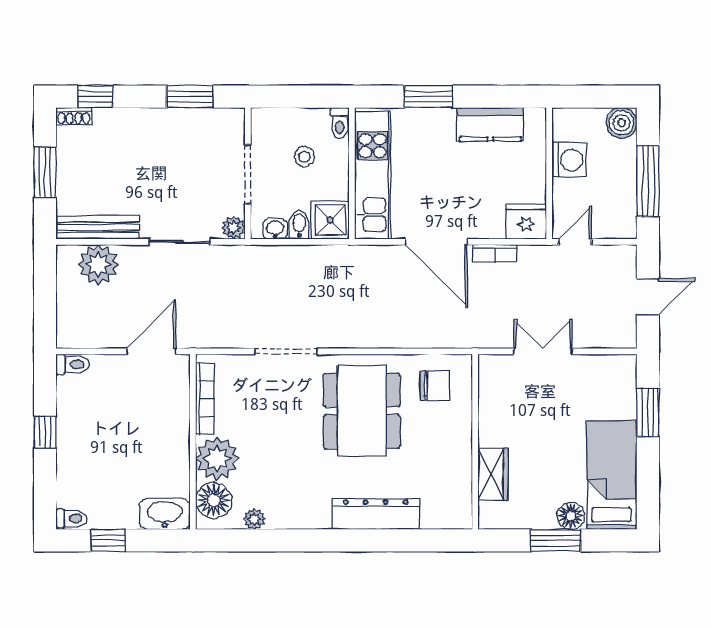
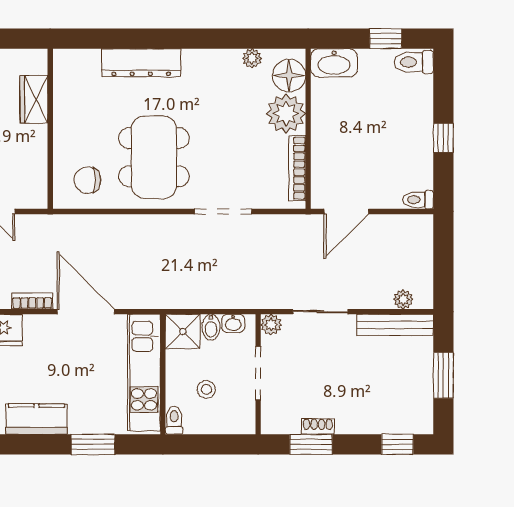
shoe rack: (74, 116) -> (318, 426), moved
plant: (98, 265) -> (403, 299), width x0.53, depth x0.53
toilet: (71, 518) -> (414, 62), width x1.37, depth x1.39

